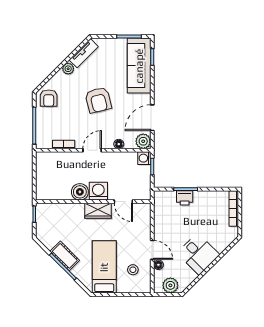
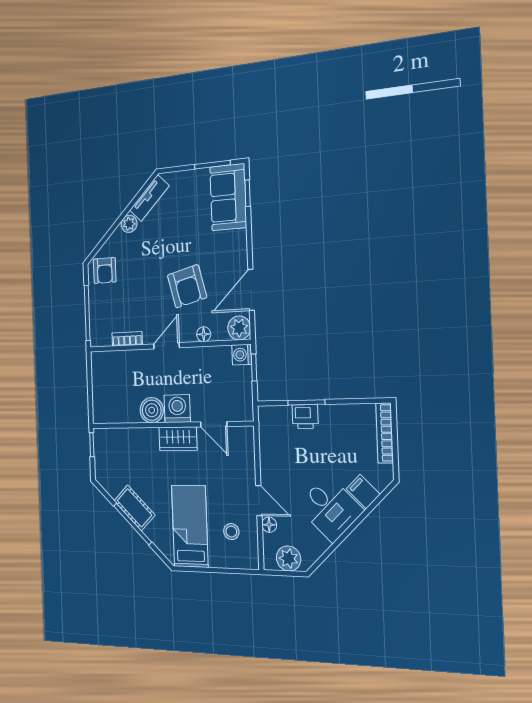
sofa: (139, 66) -> (228, 197), width x0.73
armchair: (98, 100) -> (187, 286), moved
filing cabinet: (219, 243) -> (363, 492), added

